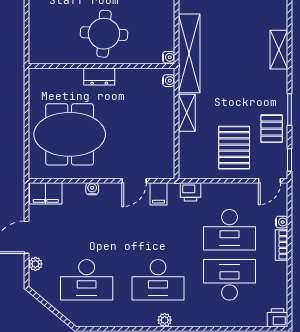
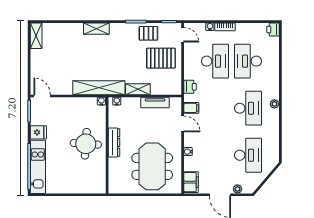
dresser: (99, 76) -> (114, 142), width x1.44
tv unit: (167, 139) -> (155, 103), added

